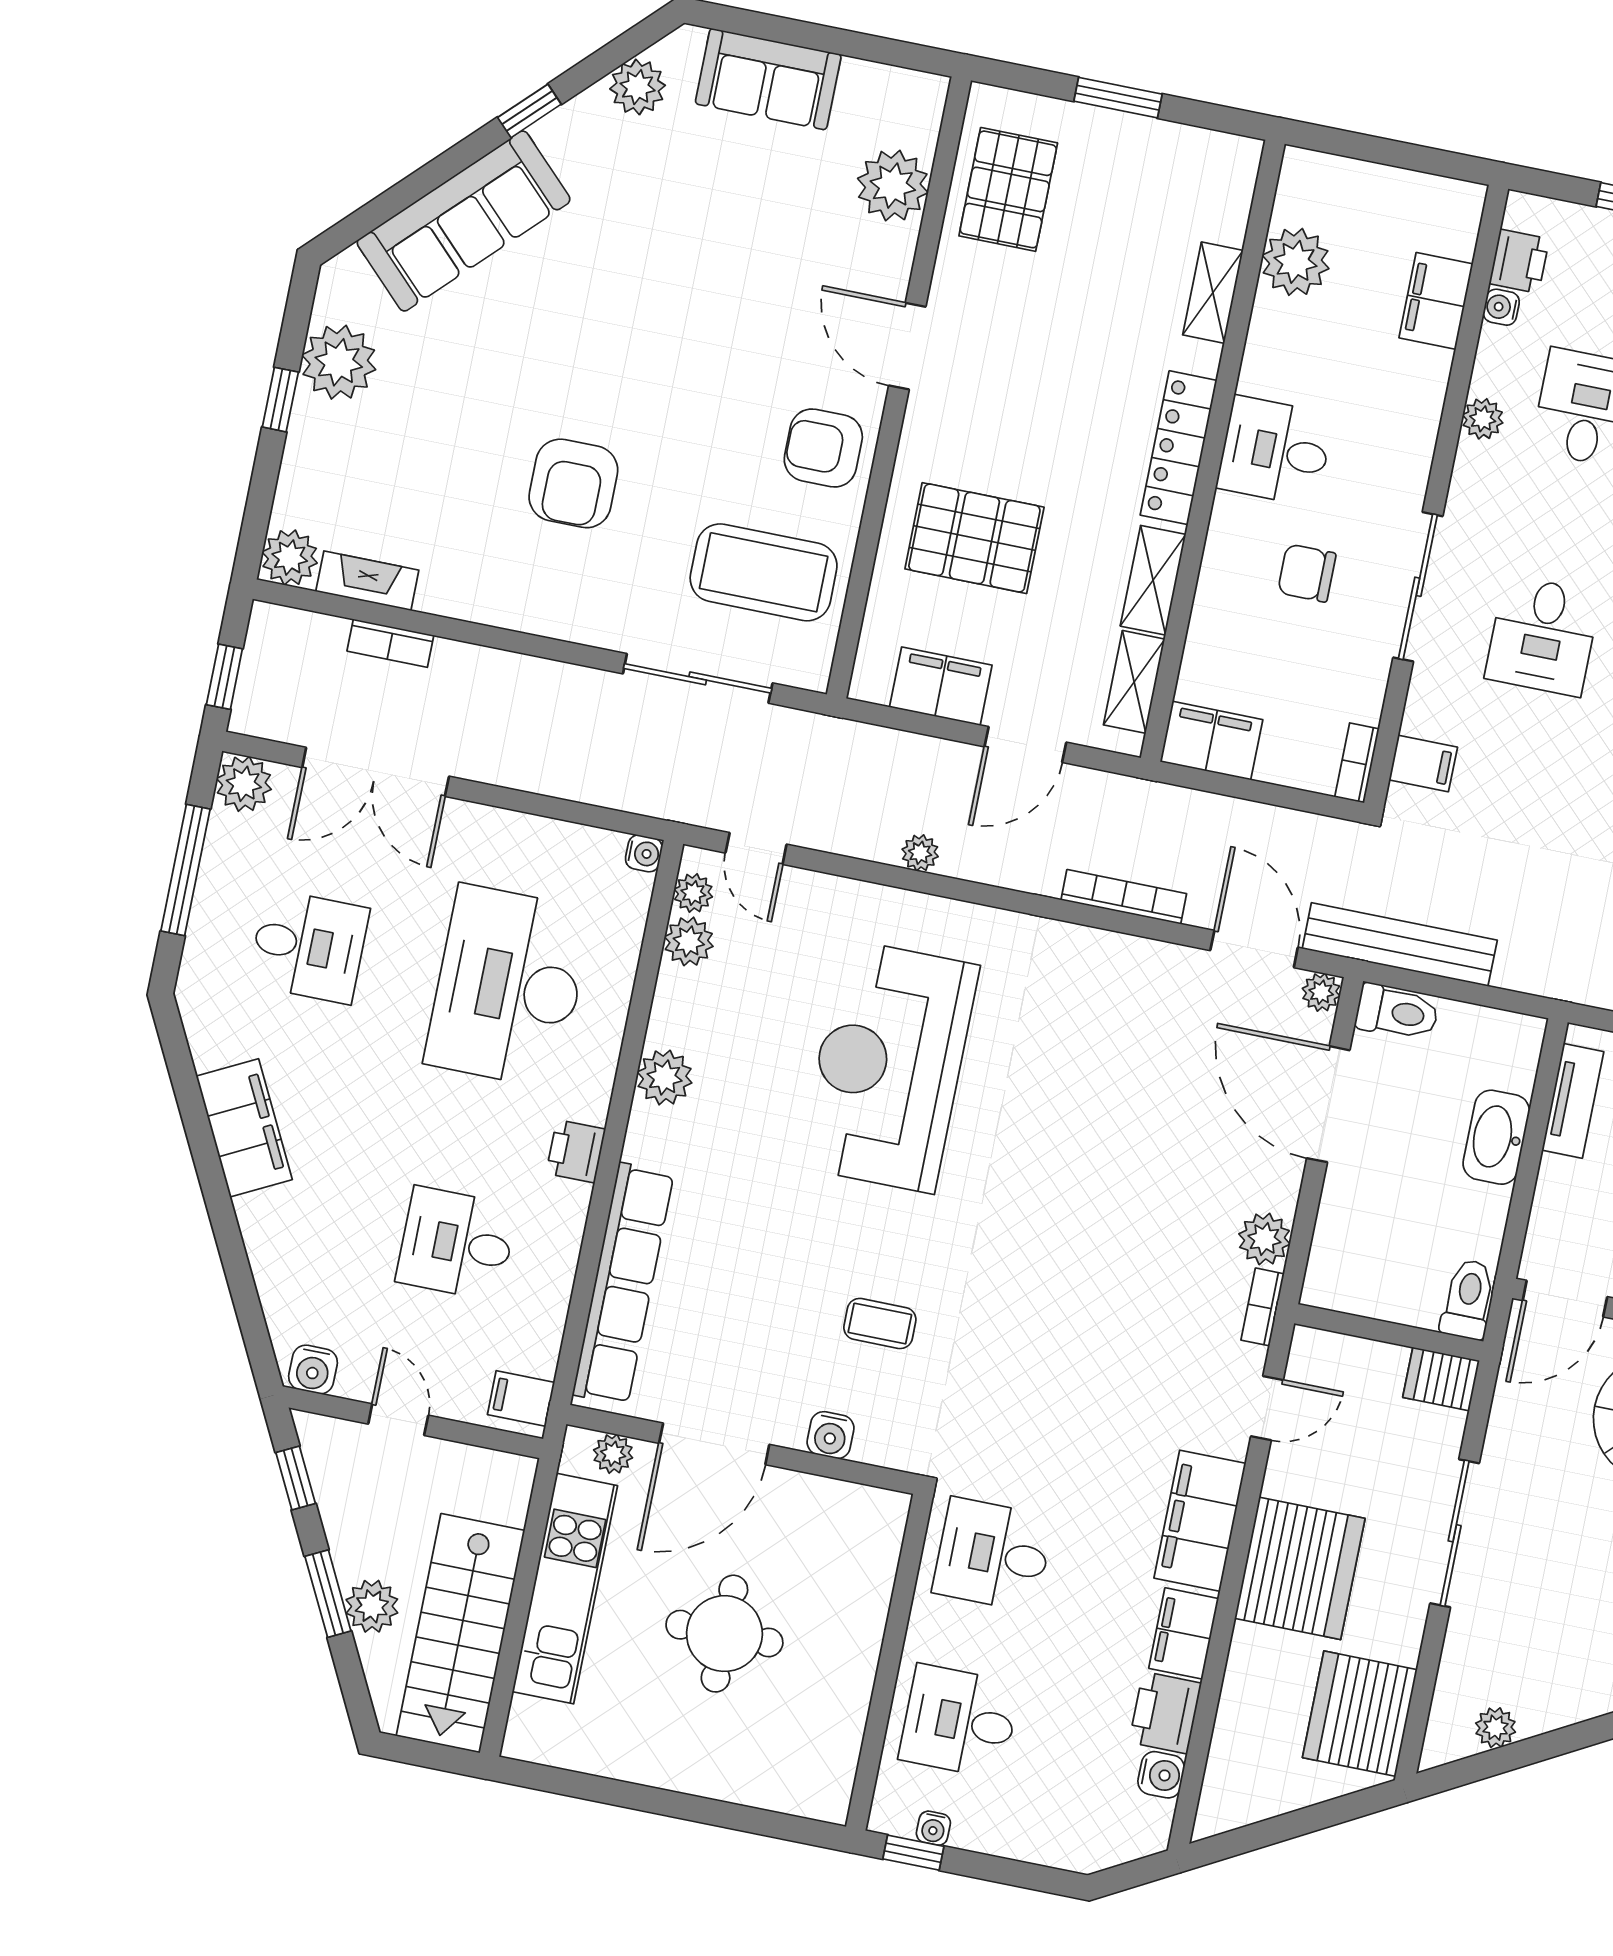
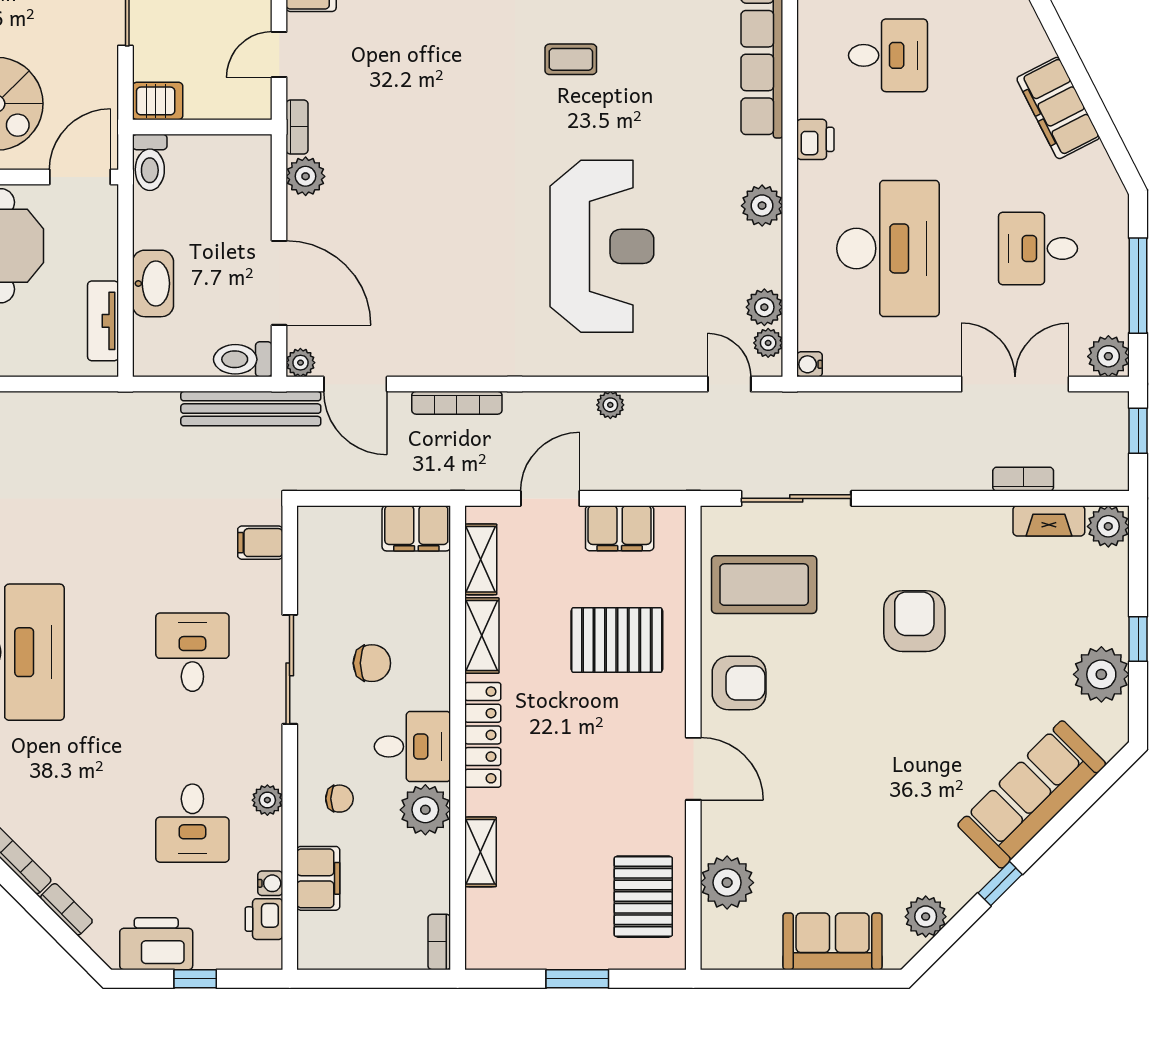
plant: (1296, 262) -> (425, 810), moved
chair: (1386, 401) -> (339, 799), added
bookcase: (1357, 763) -> (439, 942), moved, turned 180

